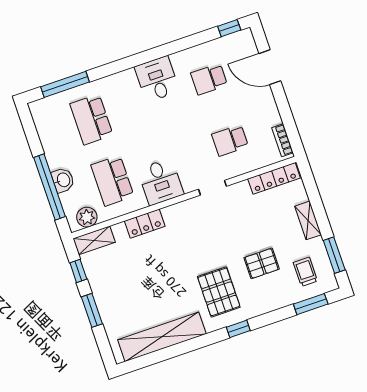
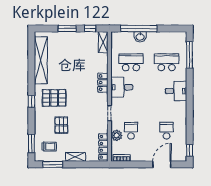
desk: (157, 79) -> (176, 91), moved
plant: (87, 217) -> (117, 135), moved
locker: (145, 224) -> (103, 83), moved

